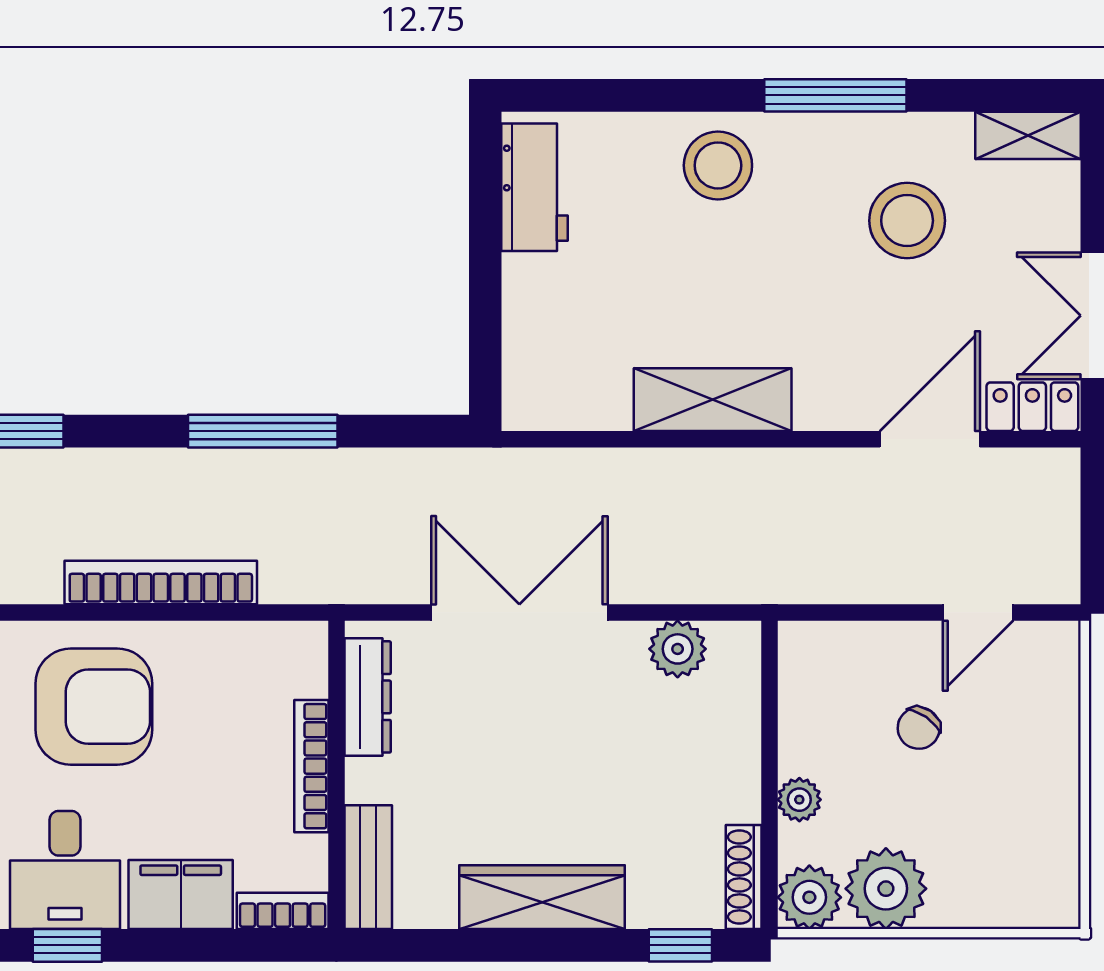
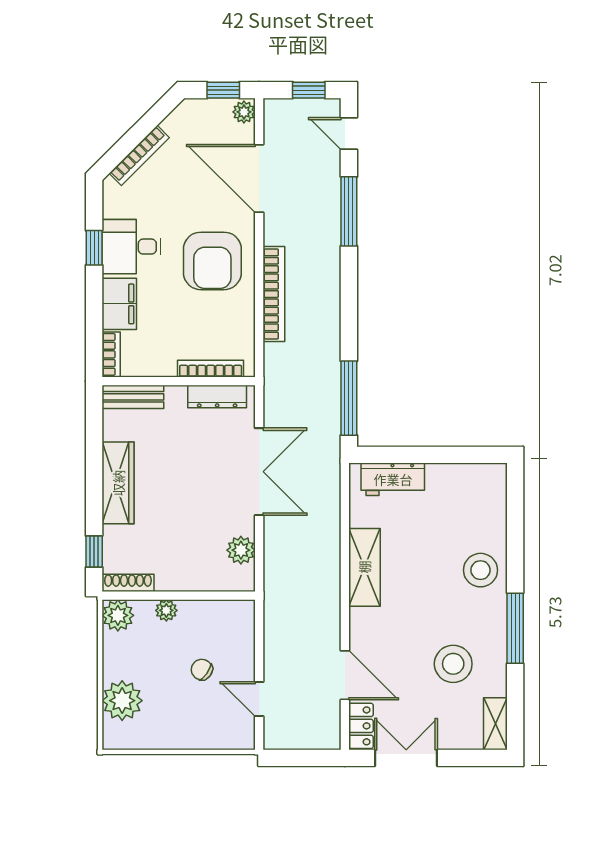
workbench: (535, 187) -> (393, 479), moved
window: (263, 431) -> (349, 398), moved
bookcase: (311, 766) -> (211, 369), moved
plant: (886, 889) -> (122, 701), moved

